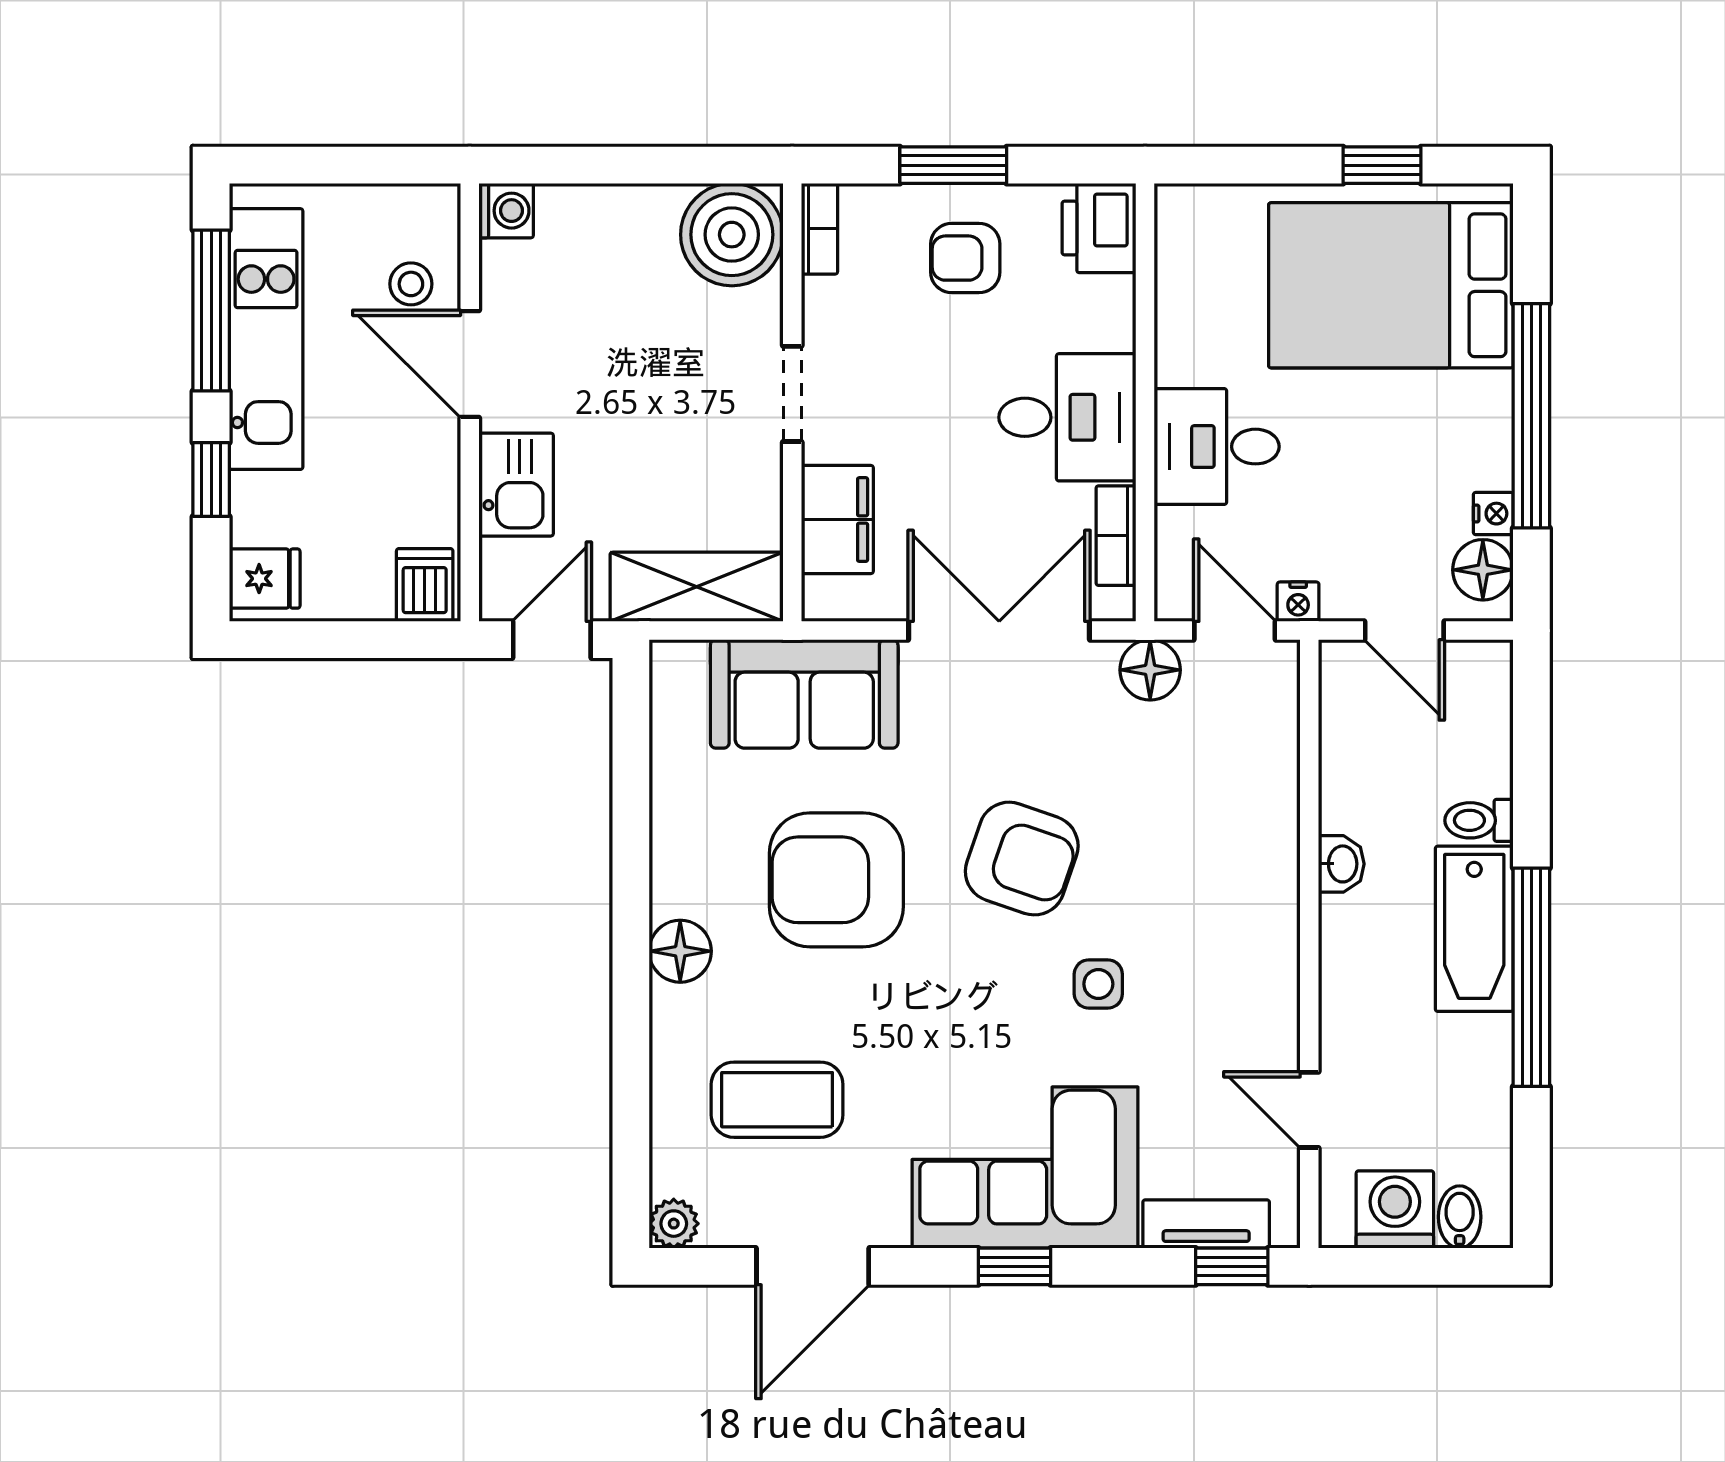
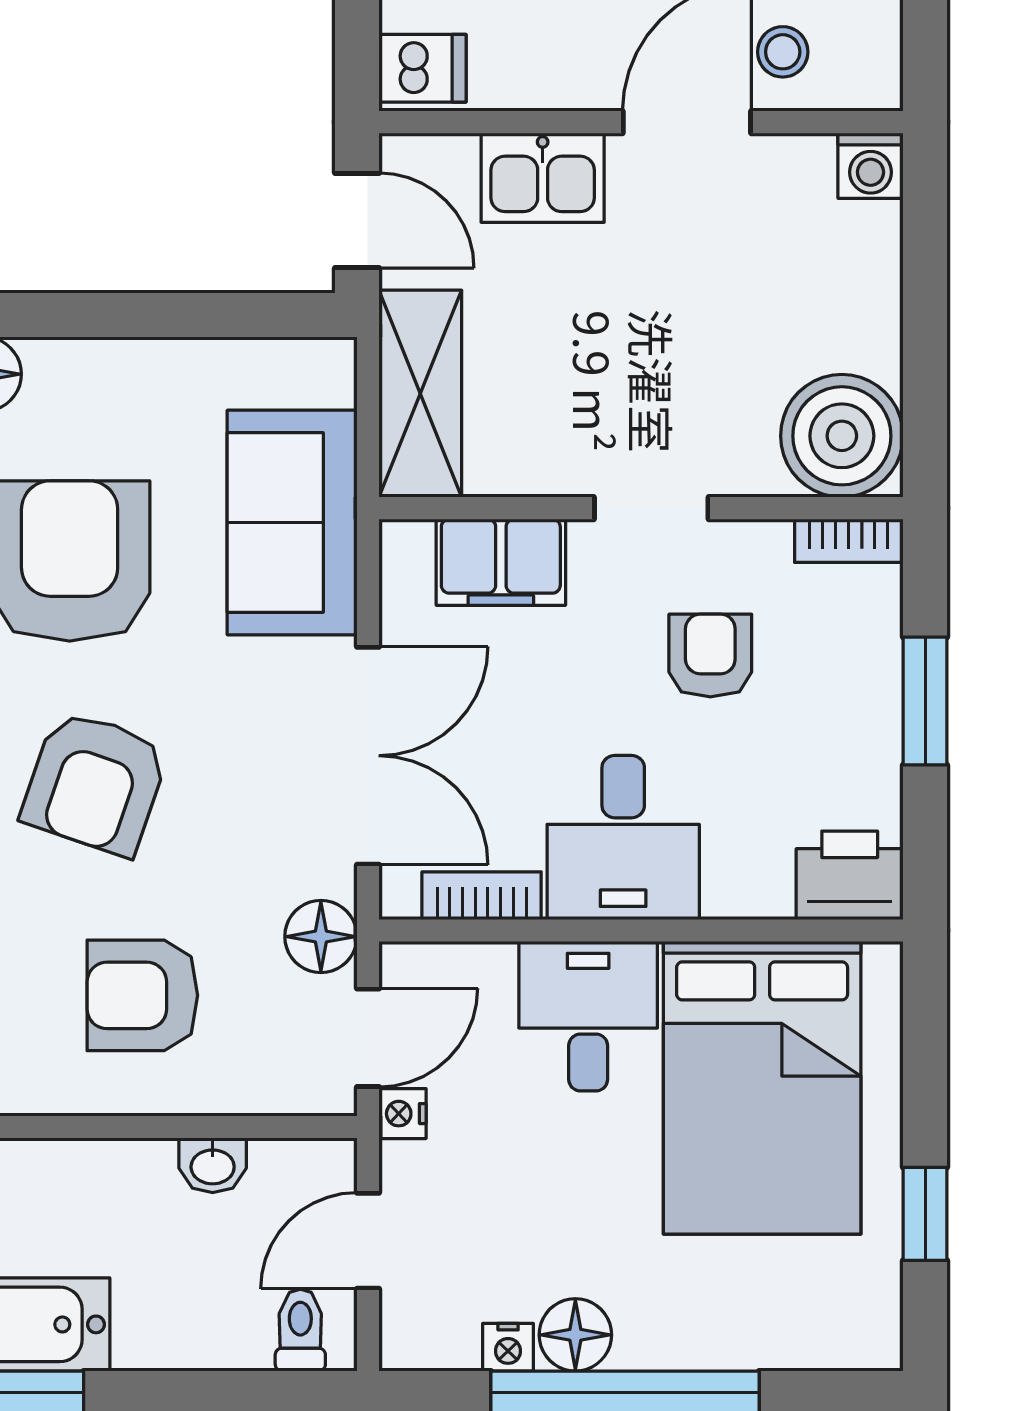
armchair: (965, 258) -> (710, 656), moved
bed: (1391, 285) -> (762, 1088), moved, turned 180
floor lamp: (1483, 570) -> (575, 1335), moved
armchair: (1199, 819) -> (142, 995), added
toilet: (1479, 820) -> (300, 1330), moved
washbasin: (1341, 864) -> (213, 1165), moved

